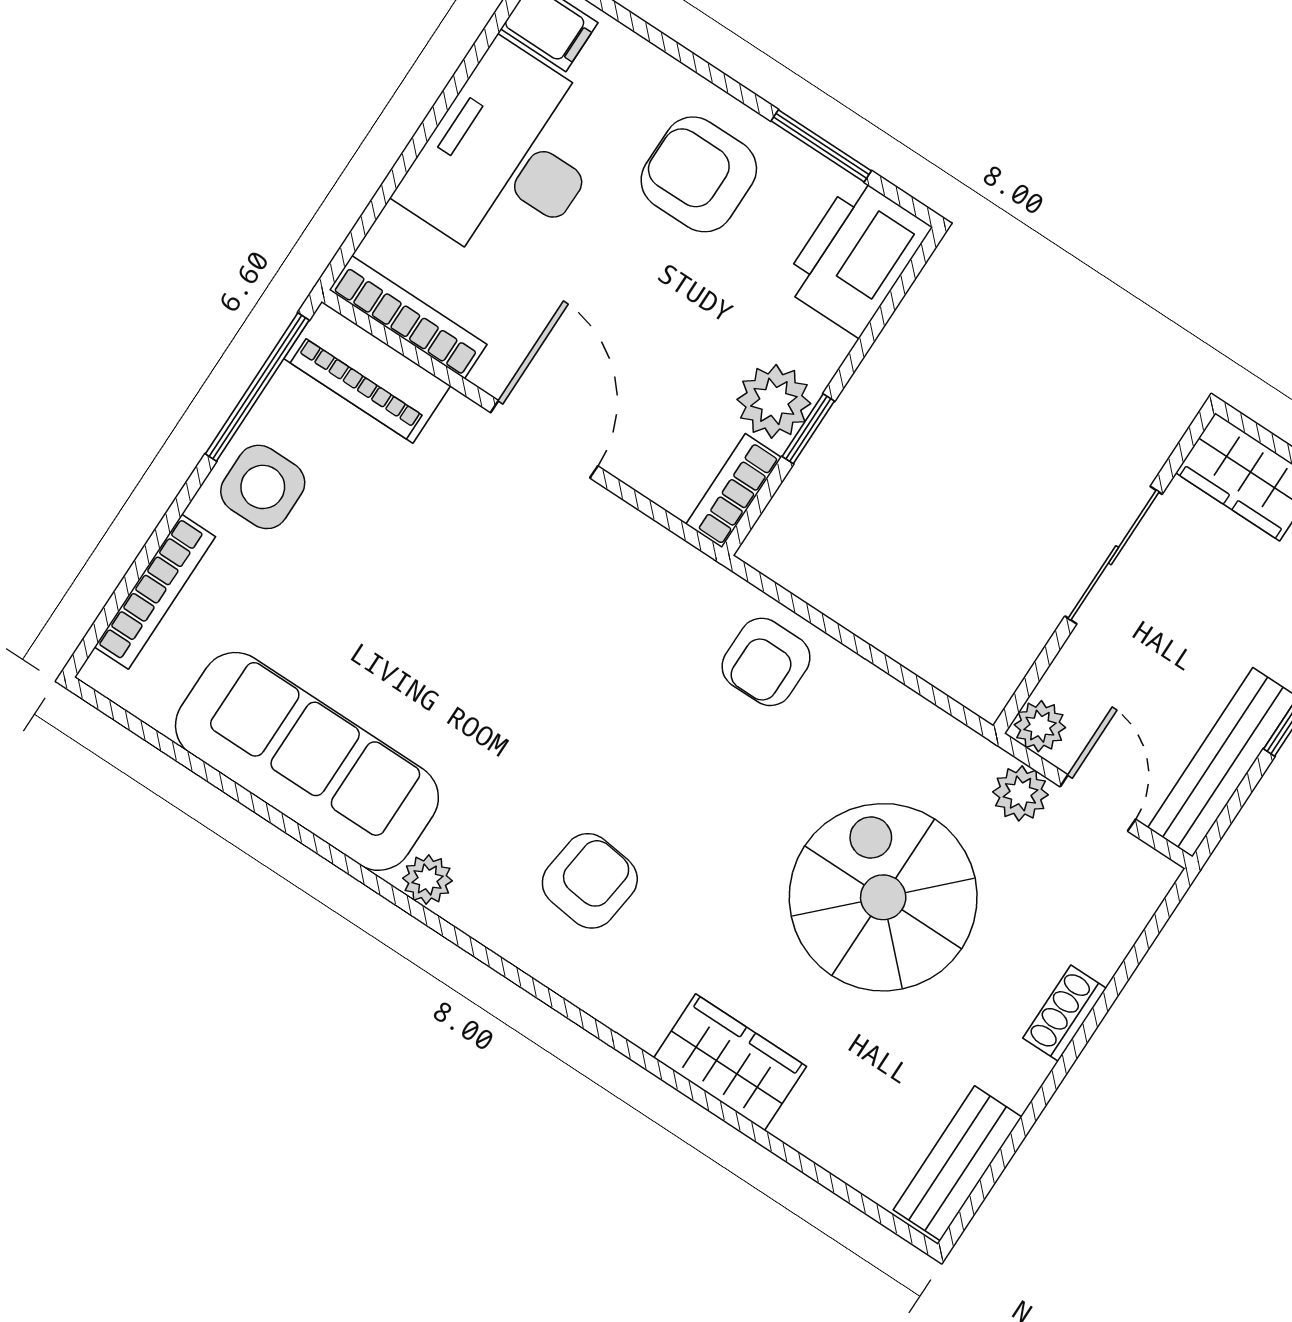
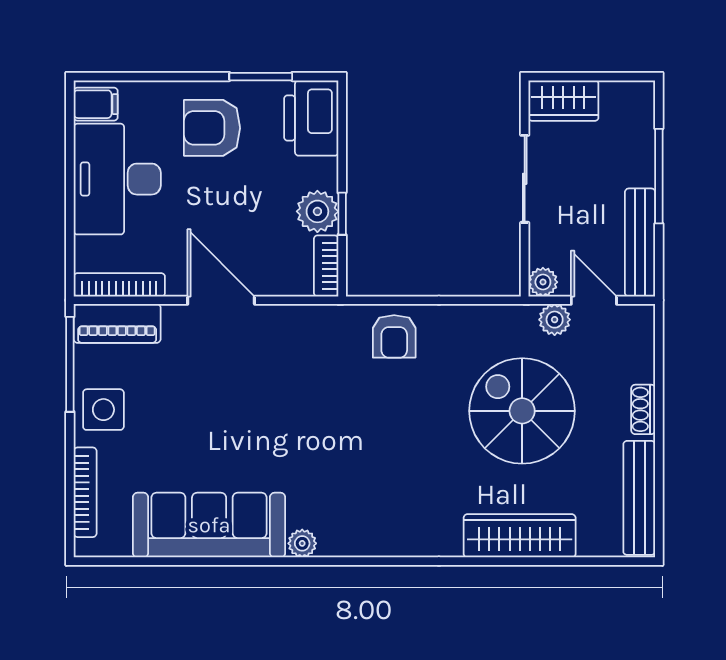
armchair: (590, 881) -> (379, 494), removed
wardrobe: (730, 1062) -> (520, 536), width x1.50
bench: (957, 1163) -> (639, 498), width x1.36

